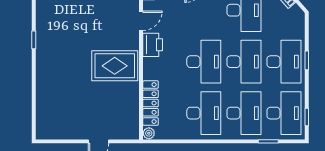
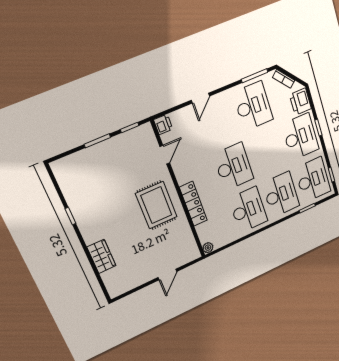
printer: (153, 45) -> (300, 102), moved, turned 180
desk: (244, 62) -> (267, 152), removed
rug: (115, 66) -> (156, 205), turned 90
wardrobe: (45, 92) -> (101, 256), added
locker: (151, 103) -> (193, 204), moved

